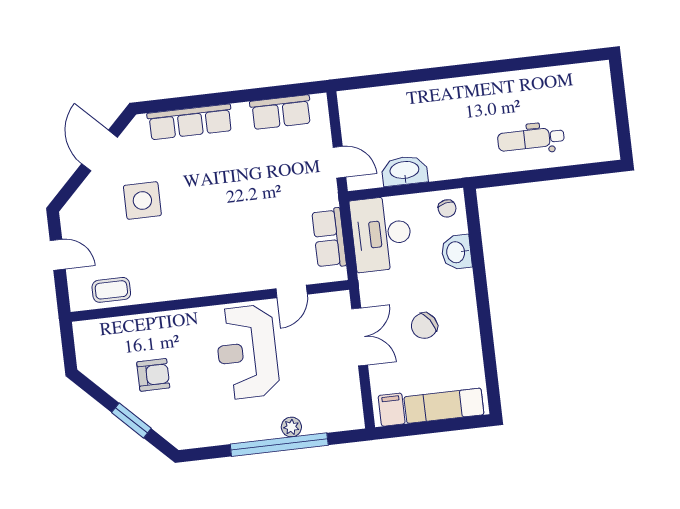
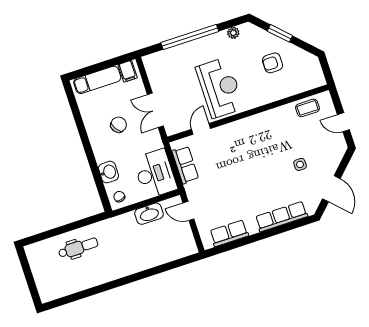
side table: (142, 201) -> (300, 164), width x0.54, depth x0.54
plant: (291, 427) -> (233, 33), moved

